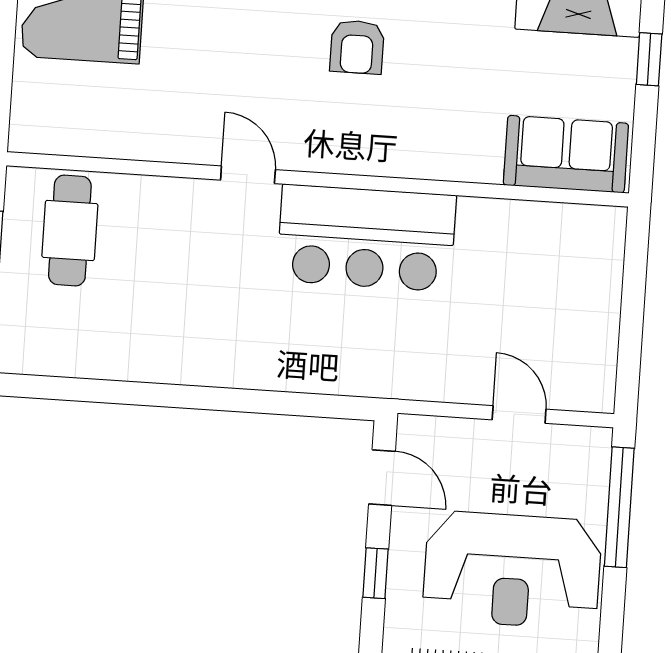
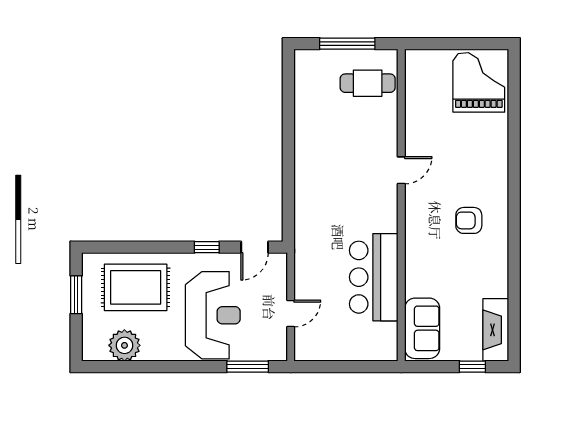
bar counter: (366, 238) -> (374, 277), moved
window: (619, 507) -> (248, 367), width x0.69
reception desk: (512, 570) -> (213, 315), turned 180

